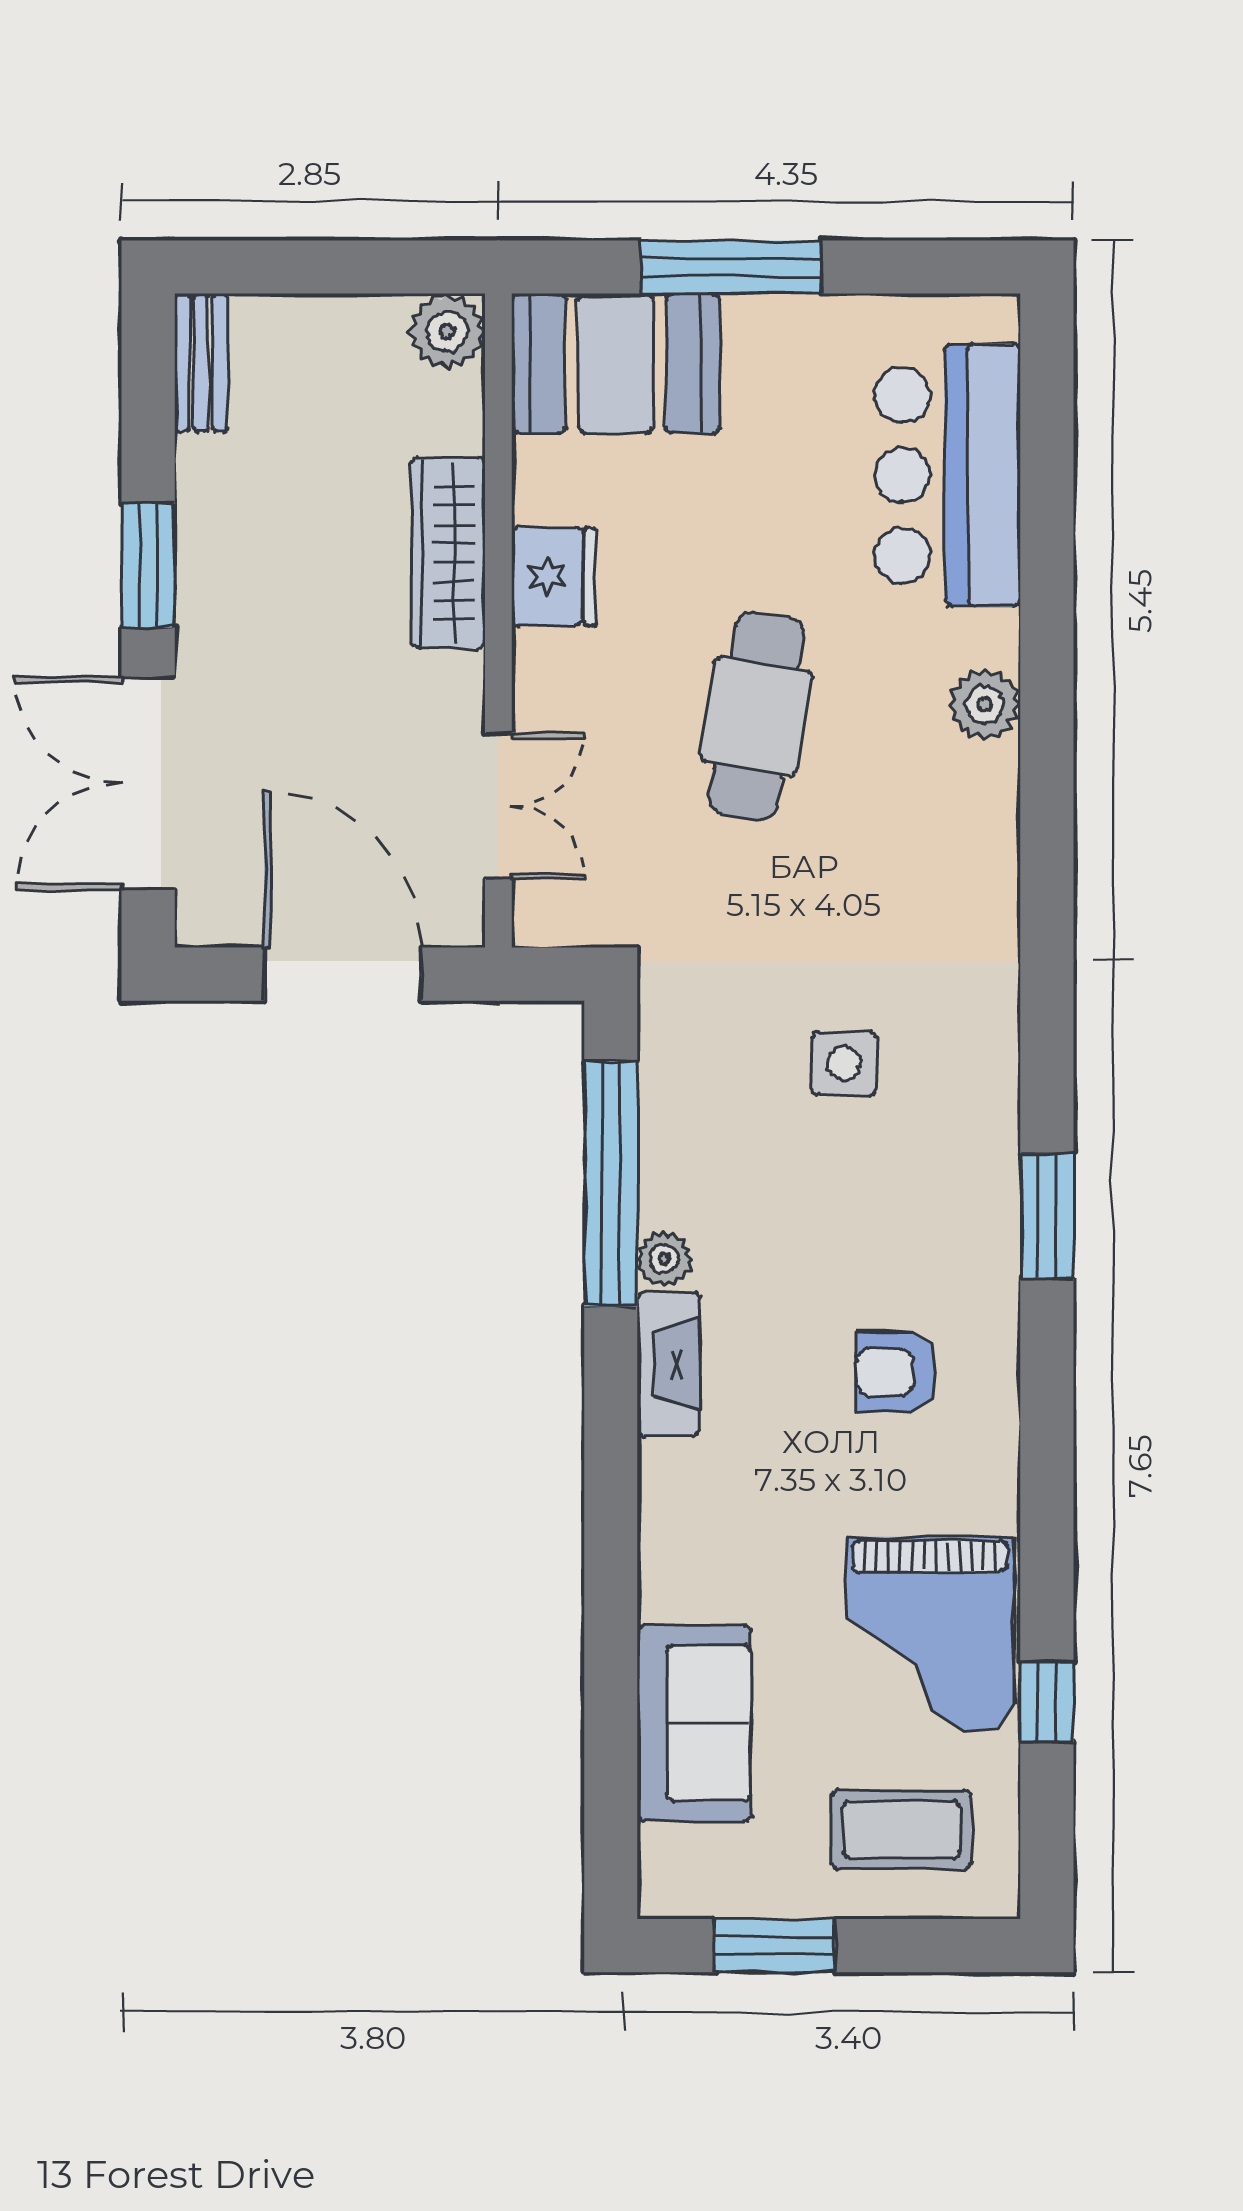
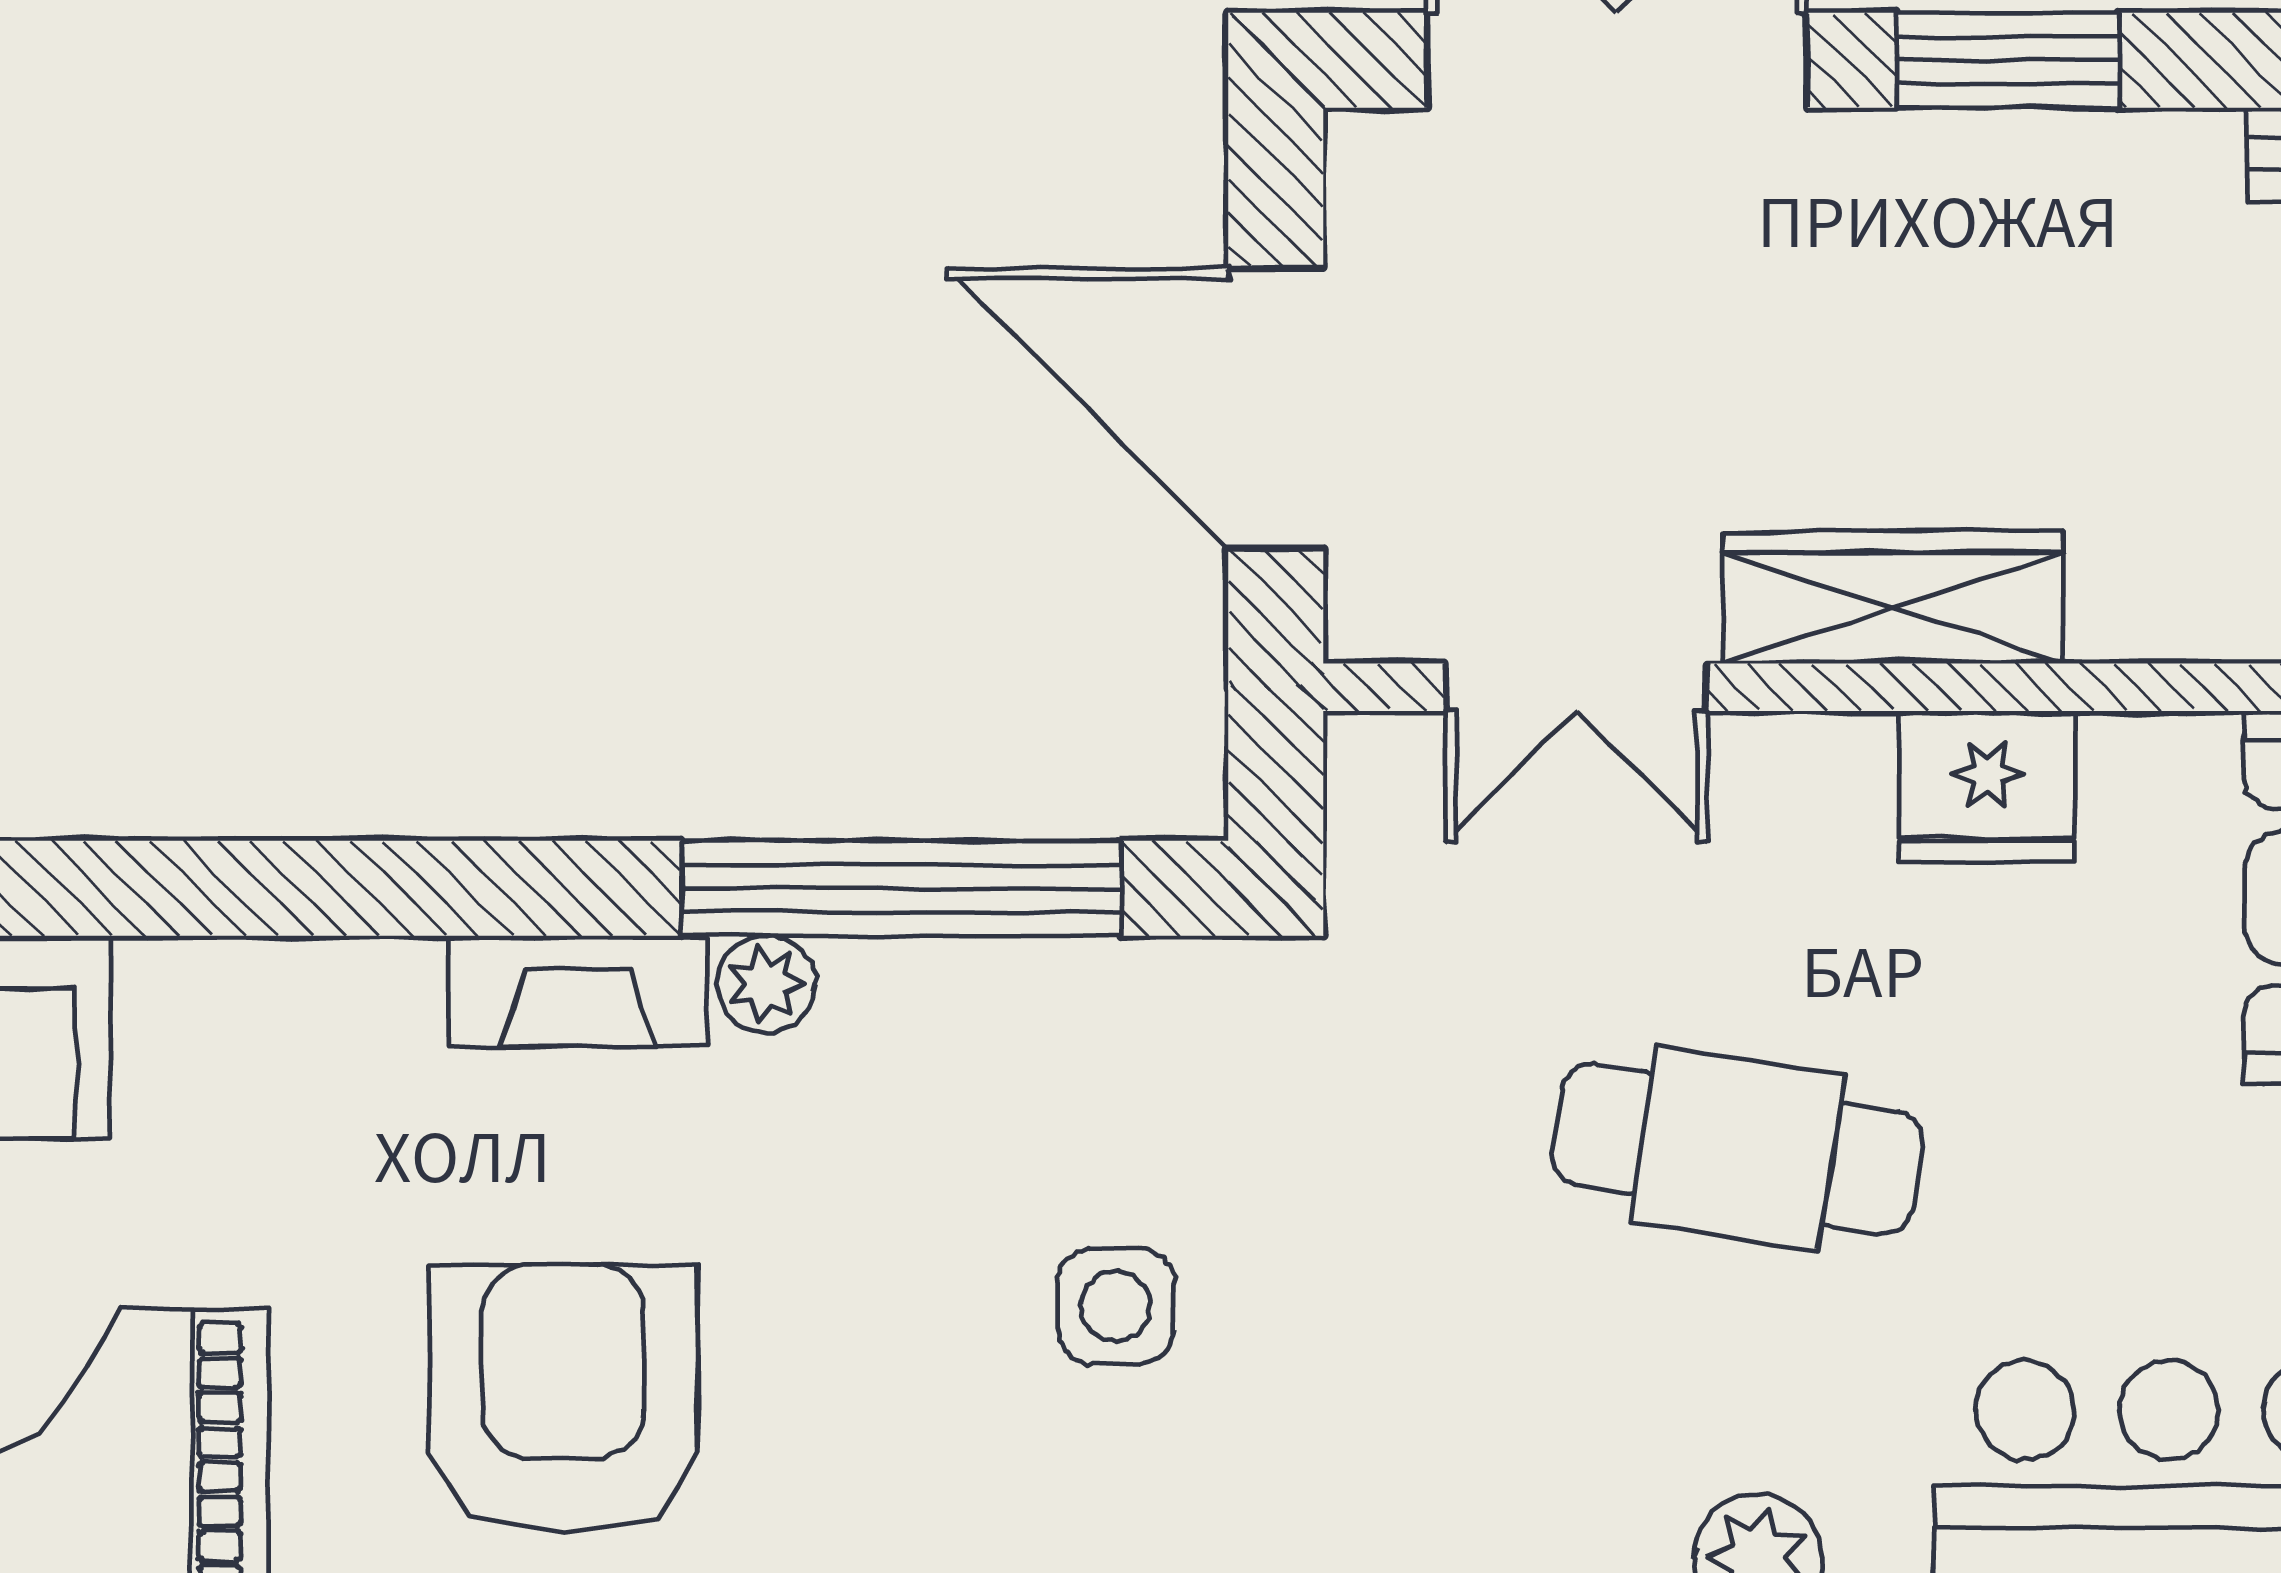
wardrobe: (448, 553) -> (1893, 597), moved
door: (343, 974) -> (1276, 409), swing flipped
armchair: (896, 1372) -> (563, 1399), width x1.88, depth x1.88

